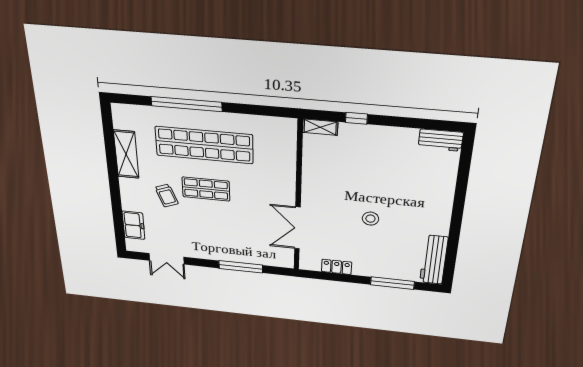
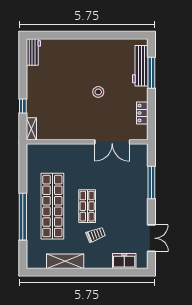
workbench: (434, 260) -> (140, 66), moved, turned 90

